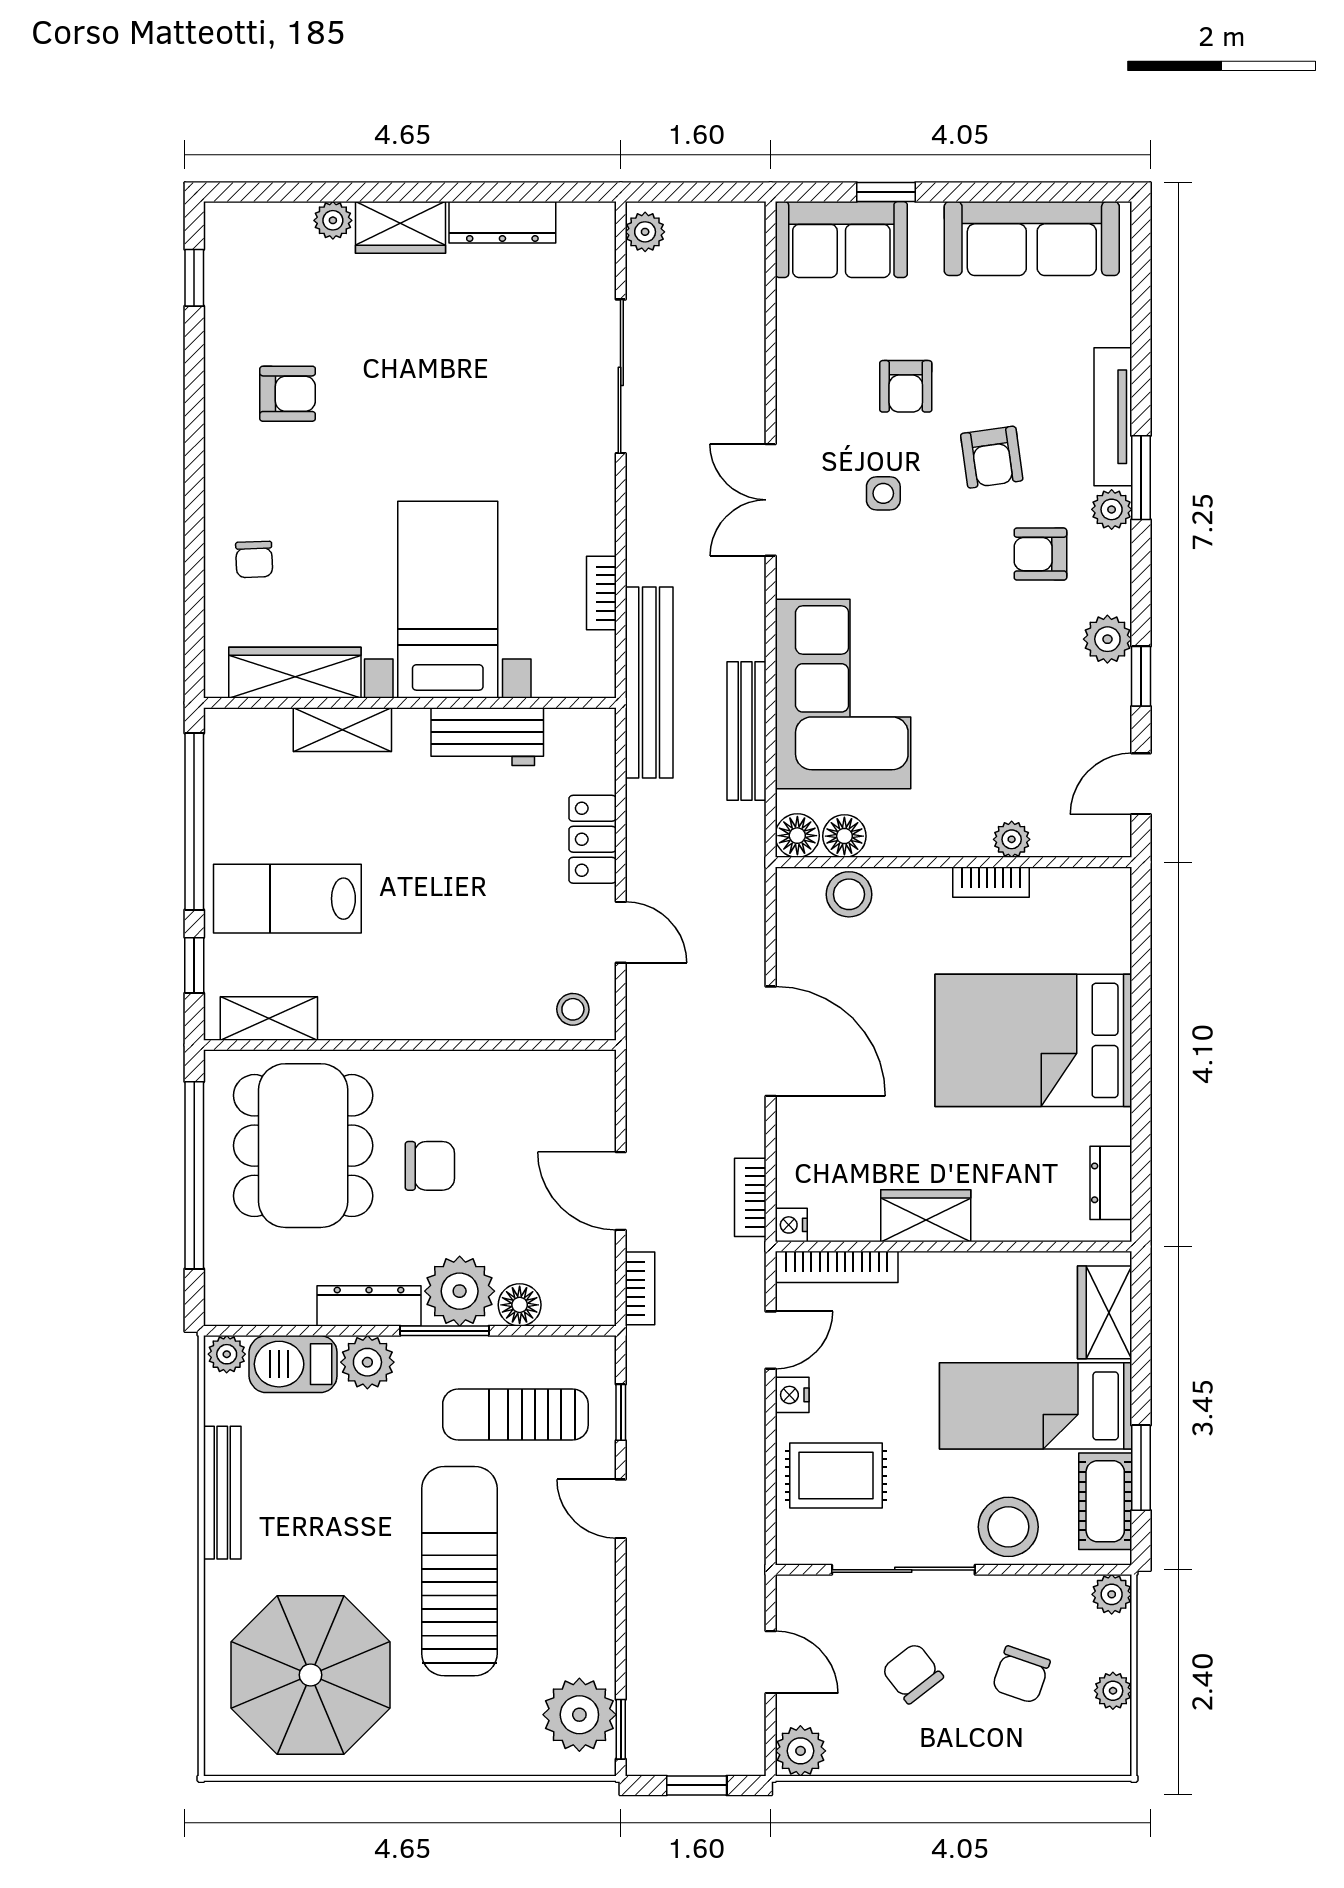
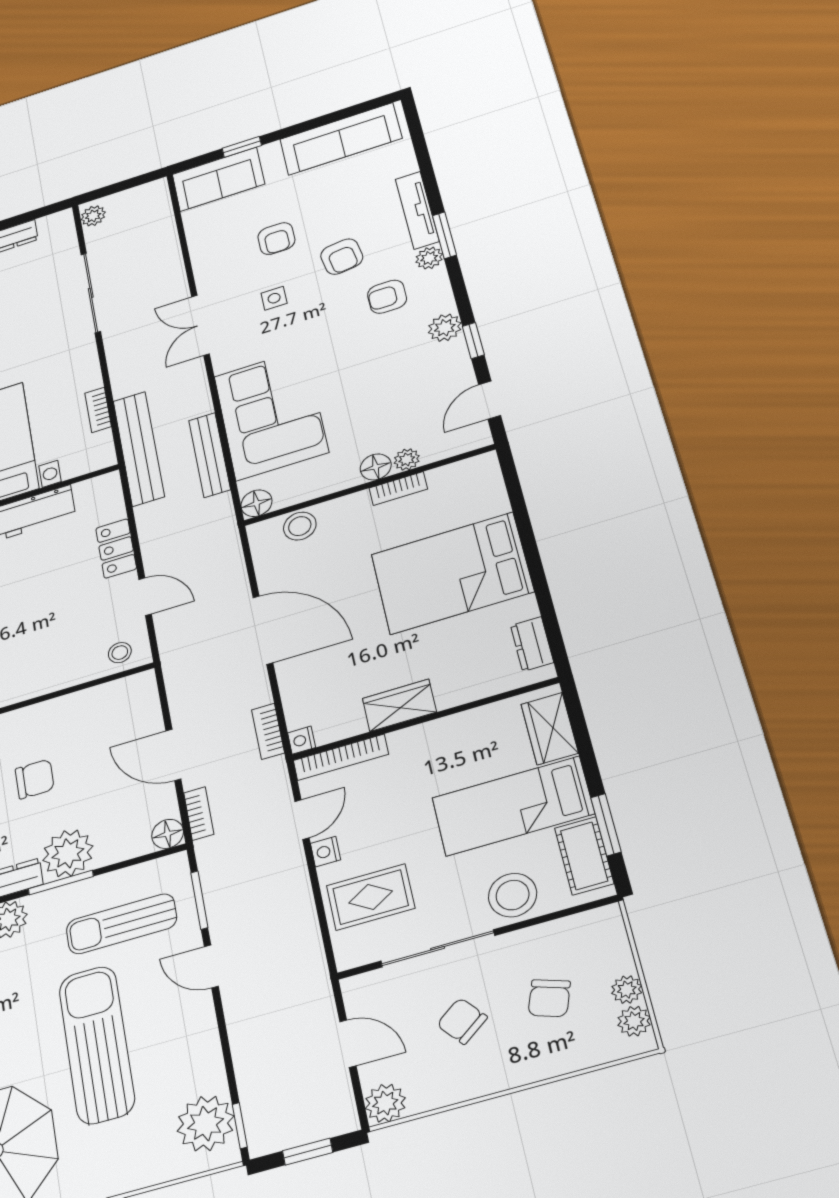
floor lamp: (844, 836) -> (376, 467), moved
floor lamp: (520, 1305) -> (168, 834), moved
window: (621, 1412) -> (199, 900), width x1.50
plant: (1112, 1594) -> (634, 1021), moved

